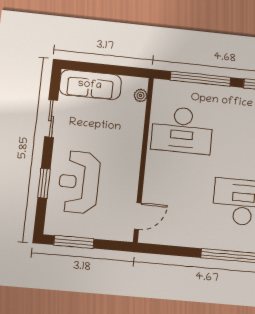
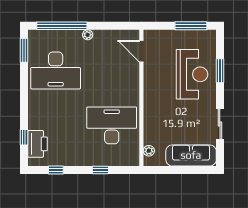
window: (200, 79) -> (100, 170), width x0.32
door: (138, 216) -> (141, 51), hinge flipped
plant: (201, 242) -> (88, 35), added

